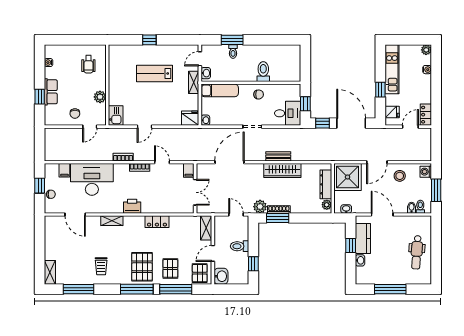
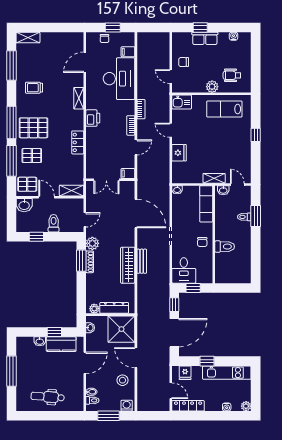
lab bench: (154, 73) -> (224, 109), moved, turned -90
plant: (100, 97) -> (212, 87), moved
locker: (426, 115) -> (188, 406), width x1.53
fridge: (190, 118) -> (179, 153), moved

